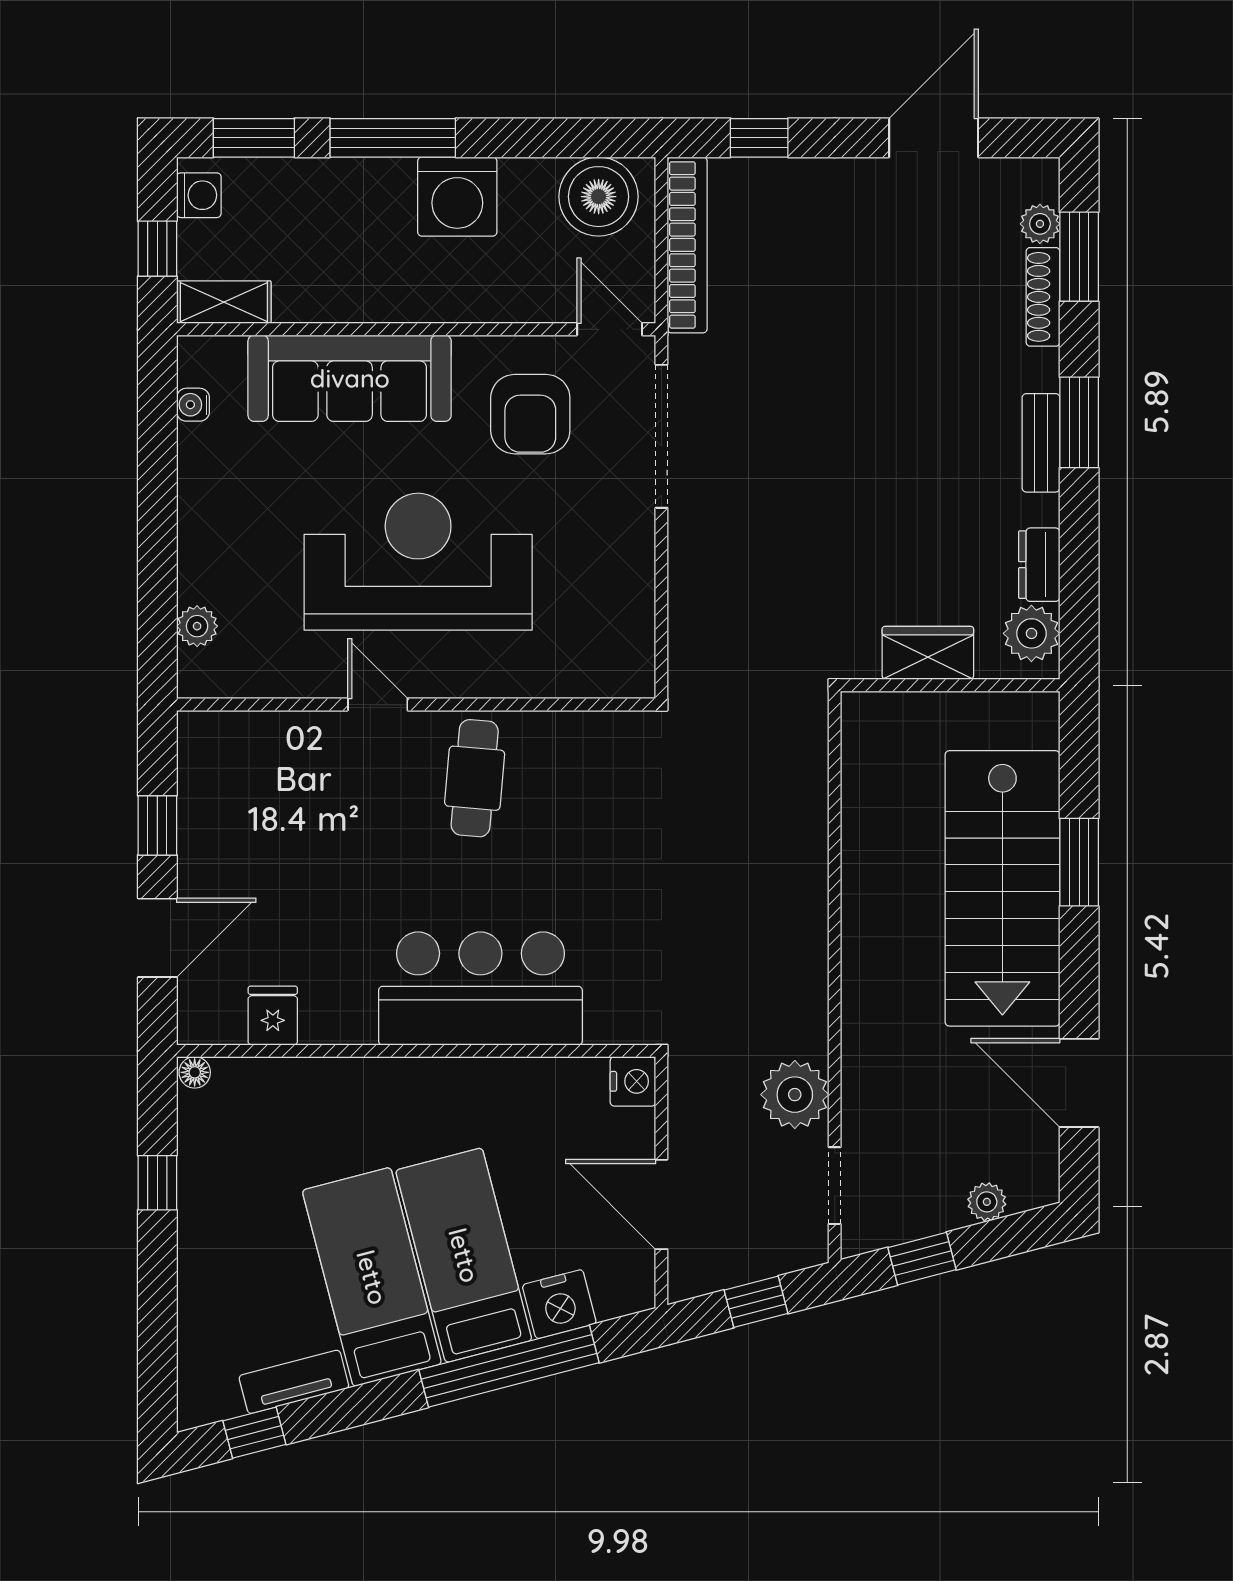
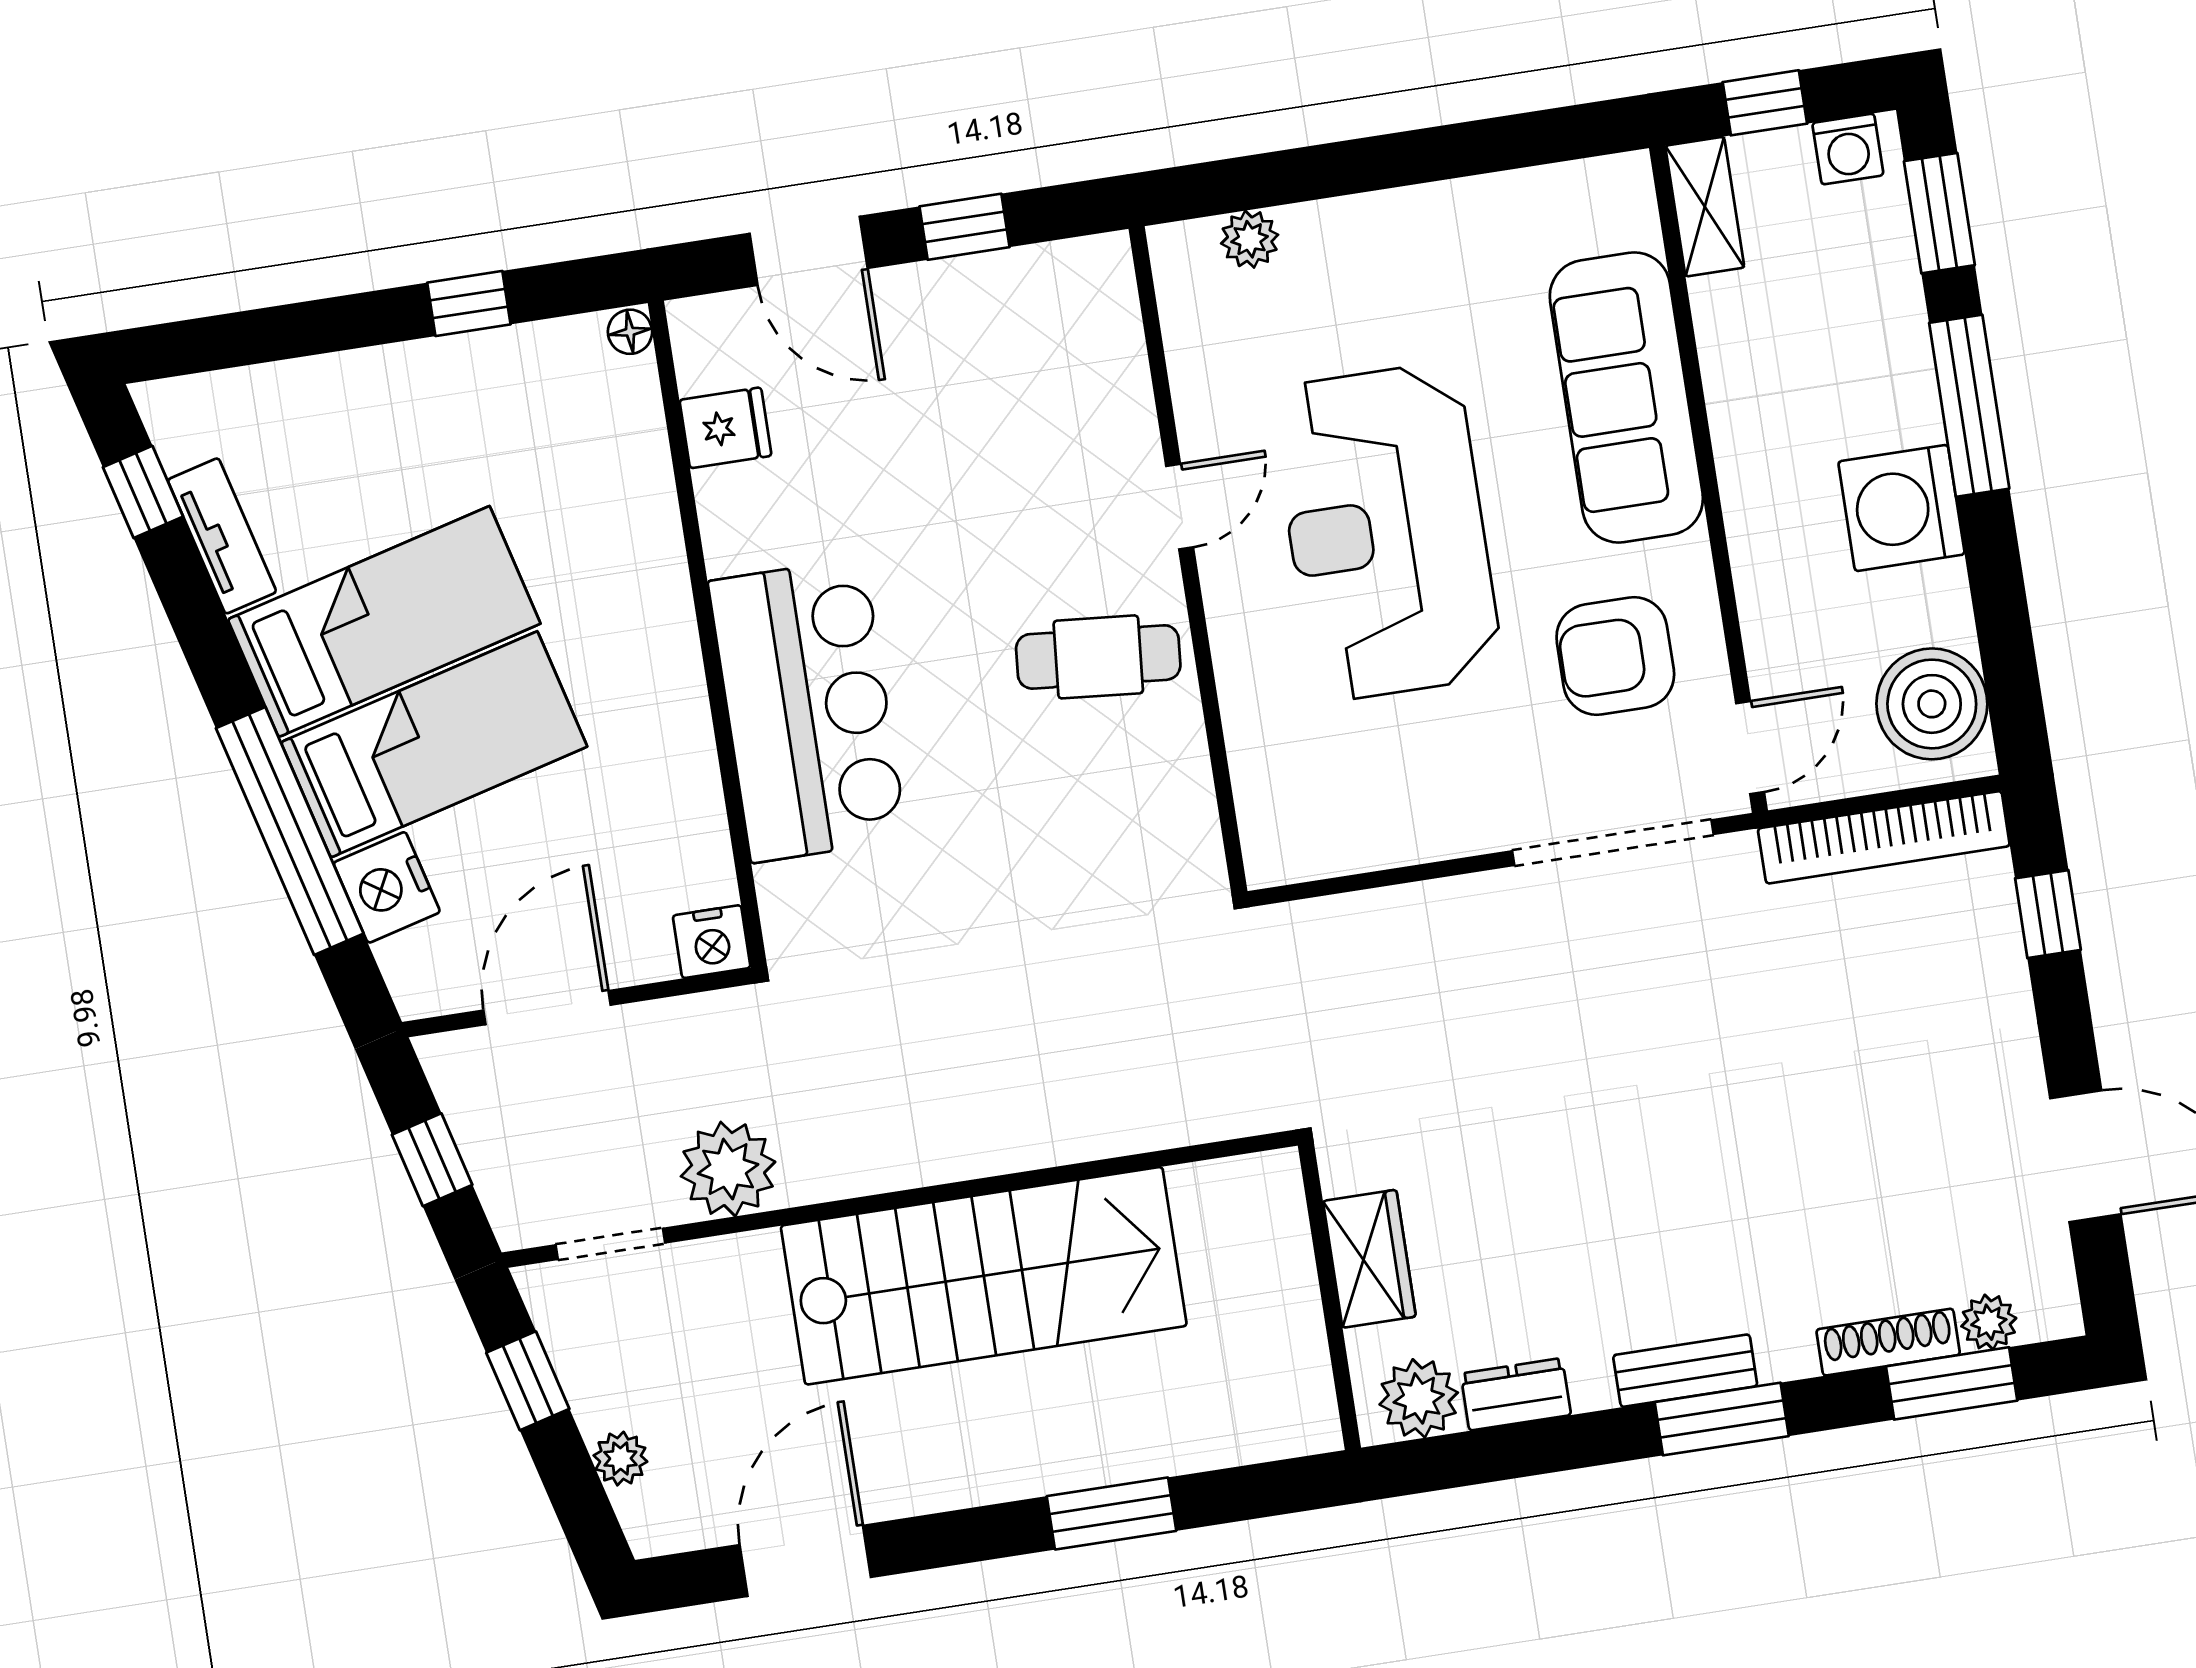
water cooler: (193, 405) -> (1556, 186), removed
reception desk: (418, 562) -> (1386, 532), turned 180
stairs: (1002, 888) -> (984, 1276), moved, turned 180

